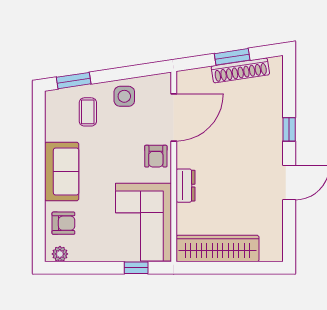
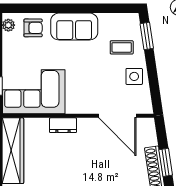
armchair: (156, 156) -> (86, 102), removed
armchair: (63, 223) -> (33, 28), turned -90

